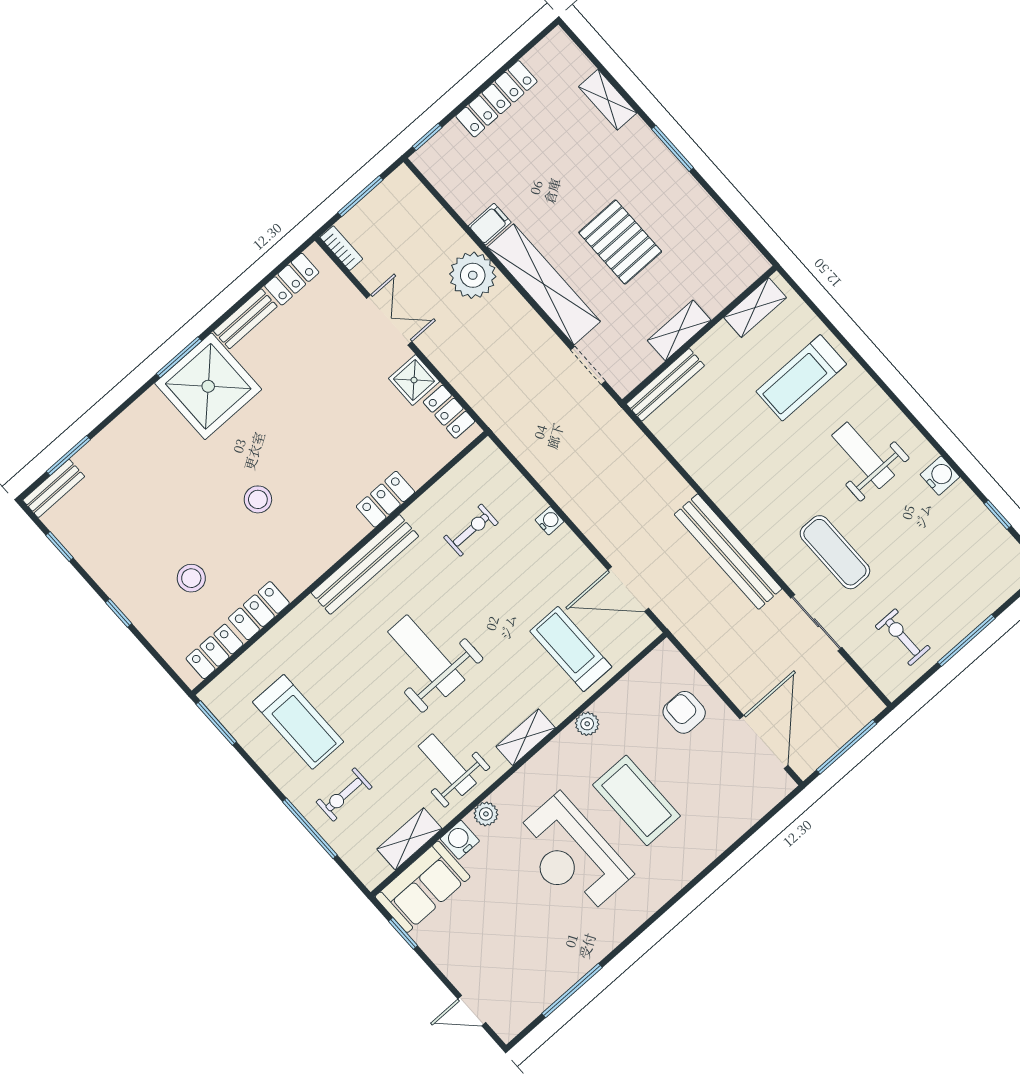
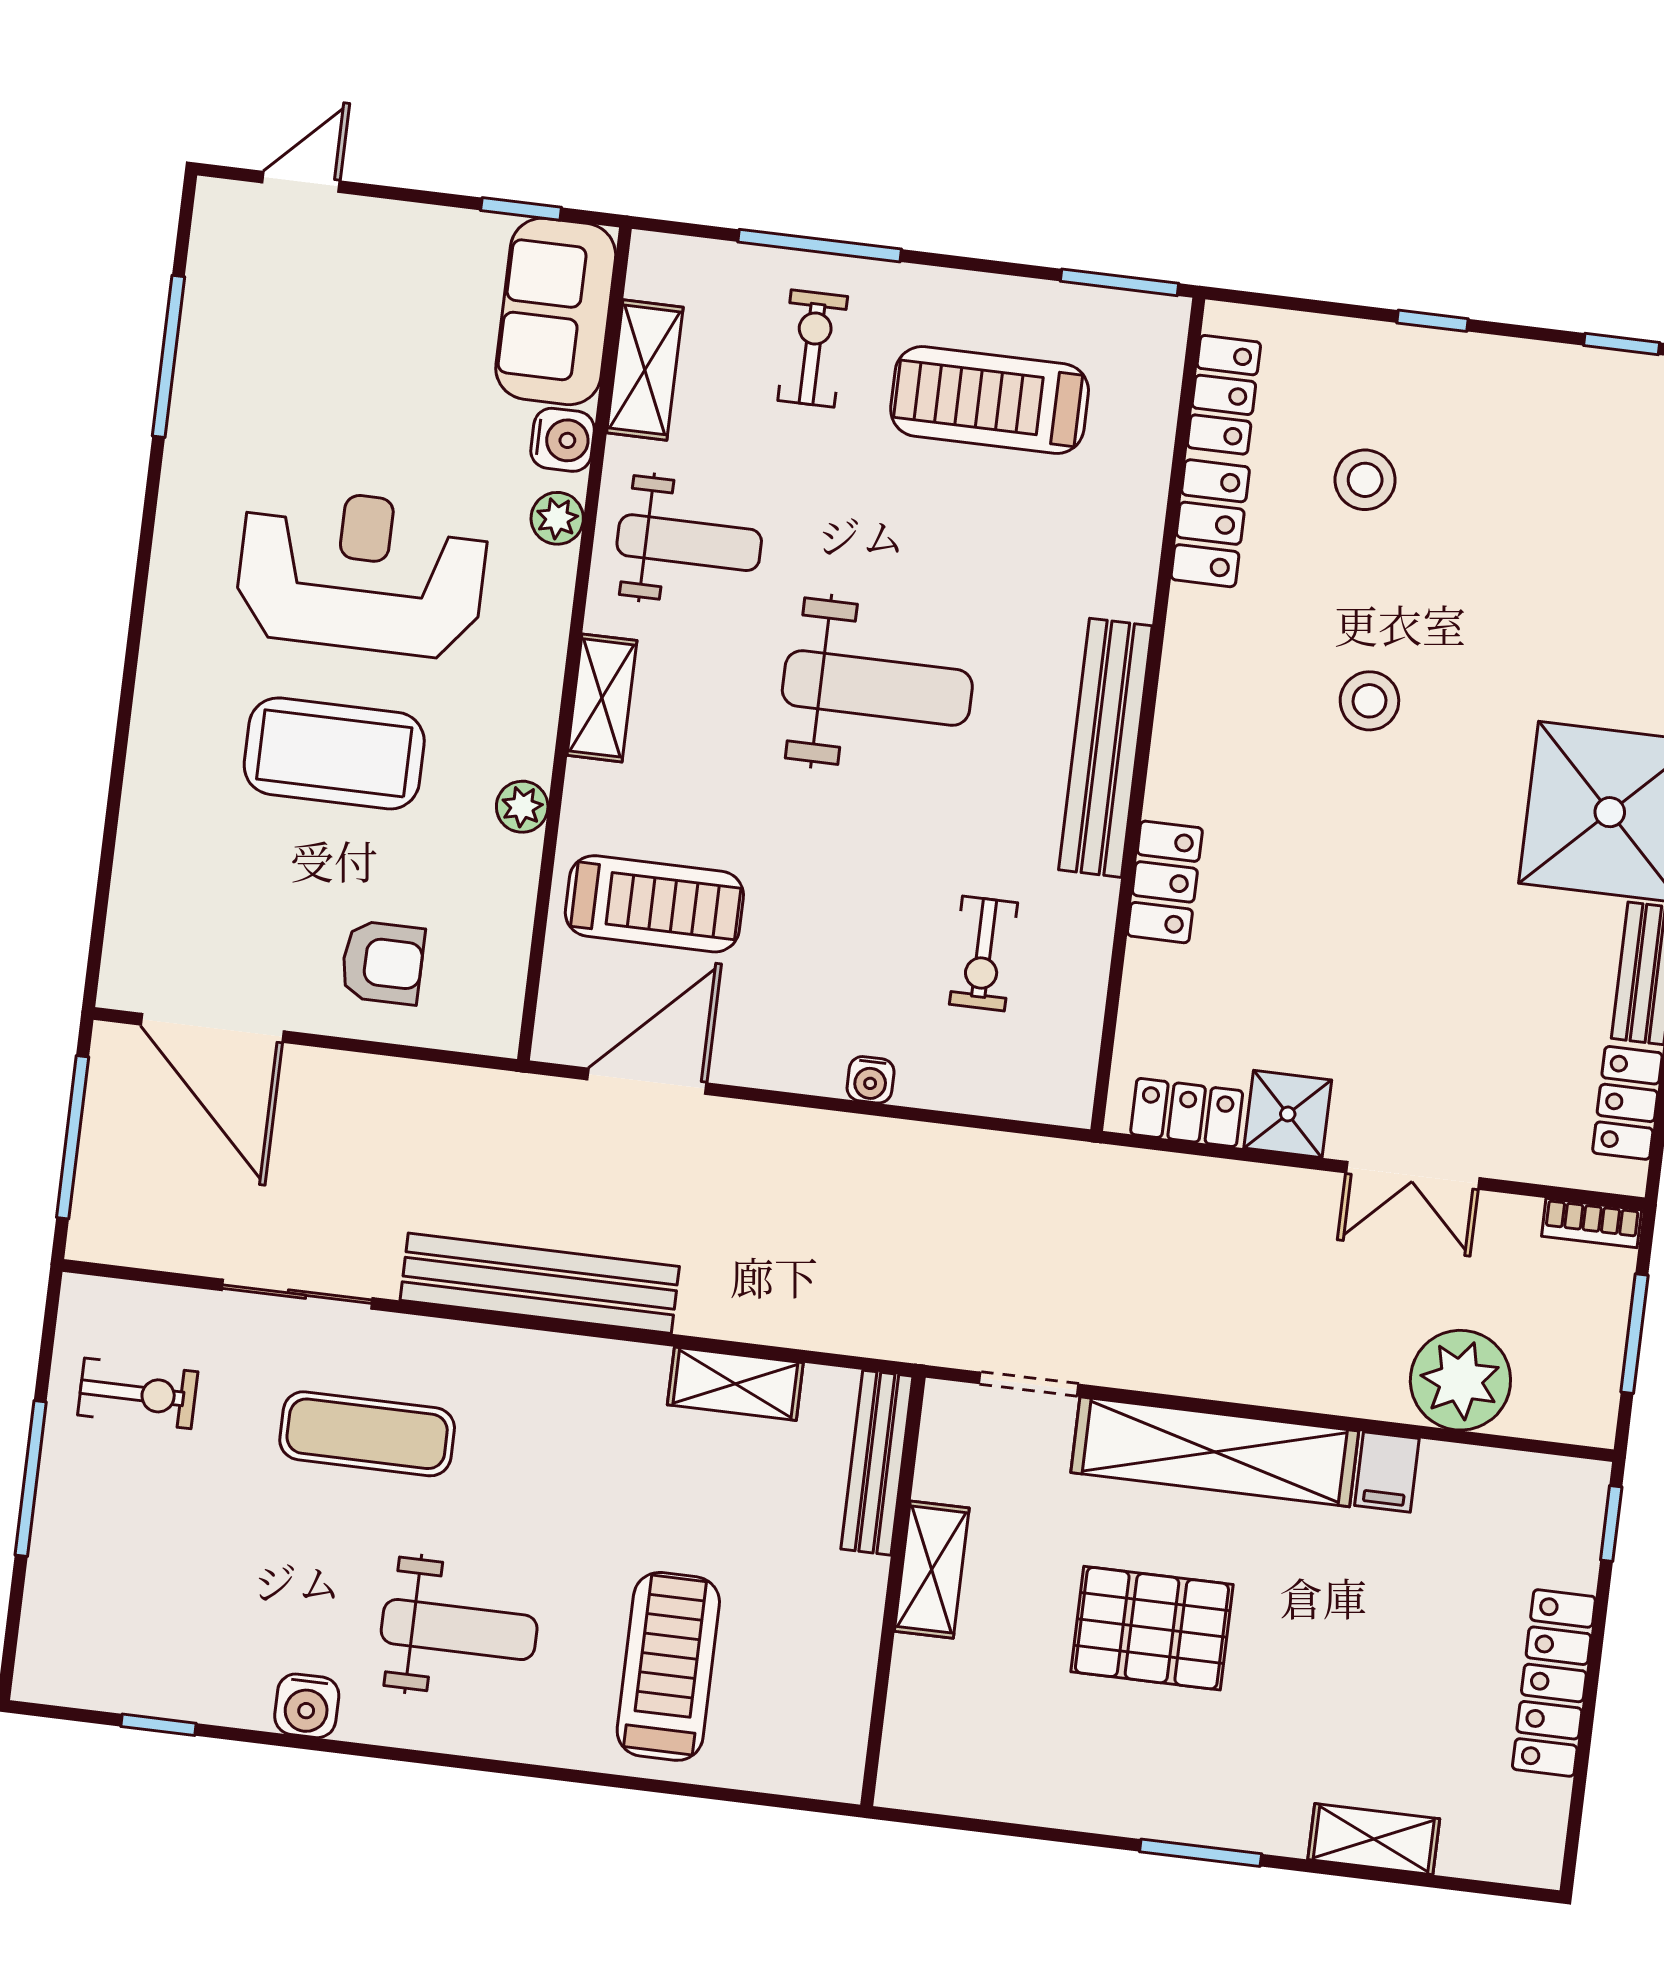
plant: (473, 275) -> (1460, 1380), moved
shelving: (755, 308) -> (735, 1384), moved, turned 90

